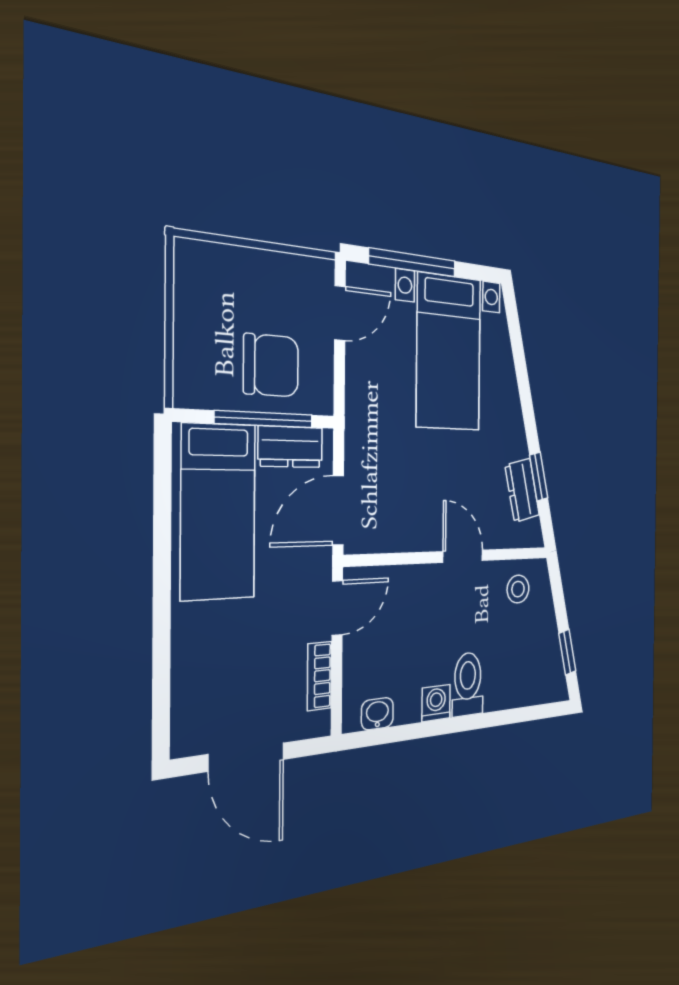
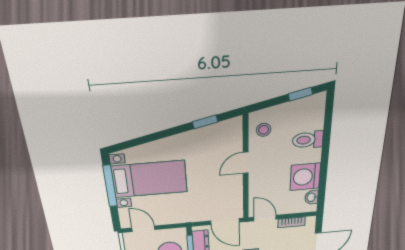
window: (413, 263) -> (110, 186), moved
dresser: (522, 490) -> (213, 132), removed
toilet: (468, 684) -> (308, 140), moved
washing machine: (436, 703) -> (305, 177), width x1.89, depth x1.89

